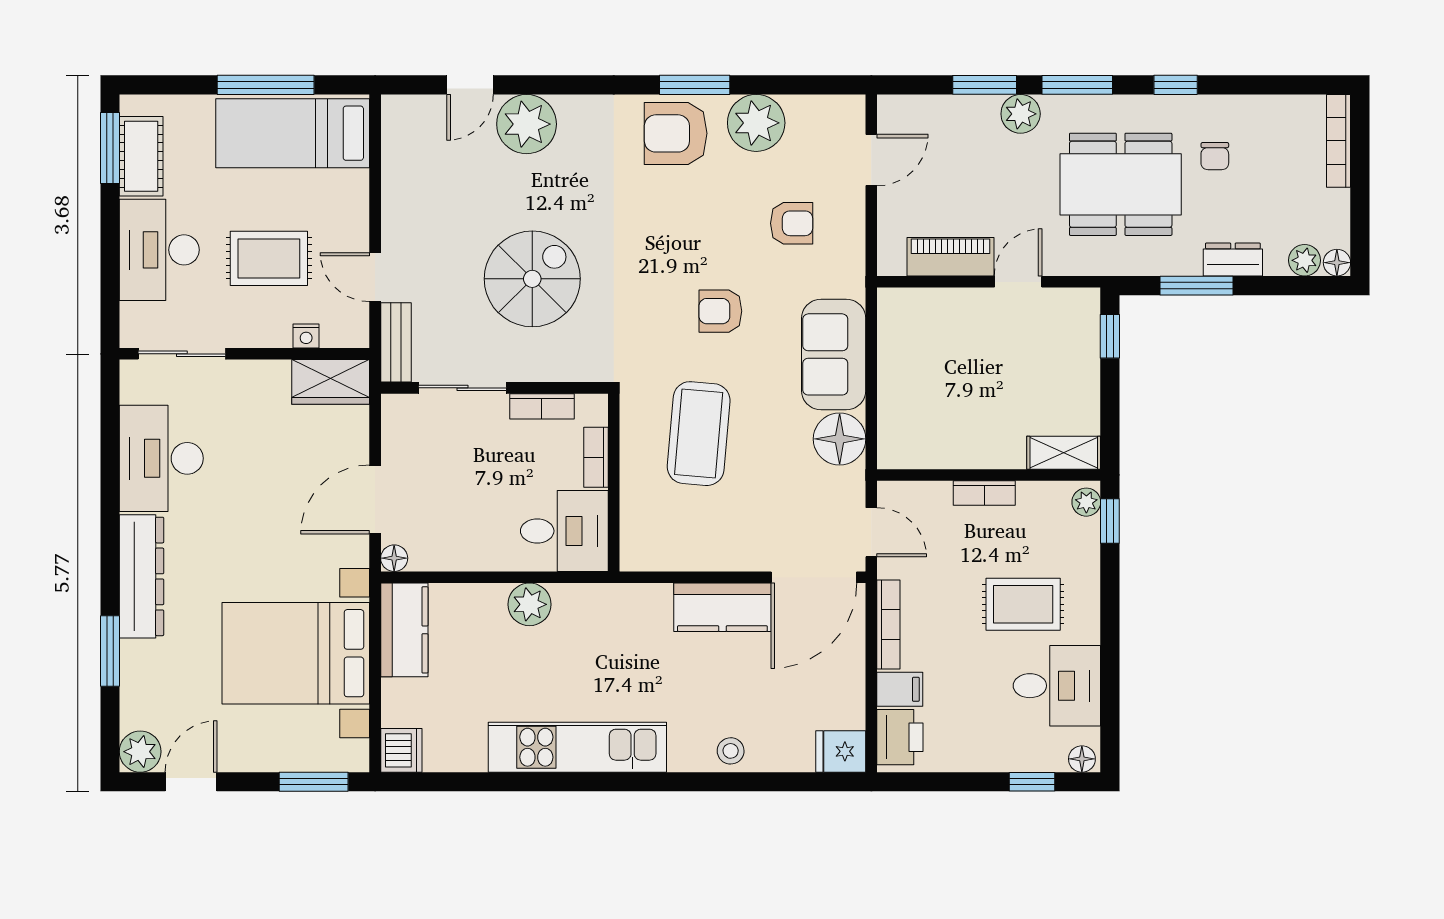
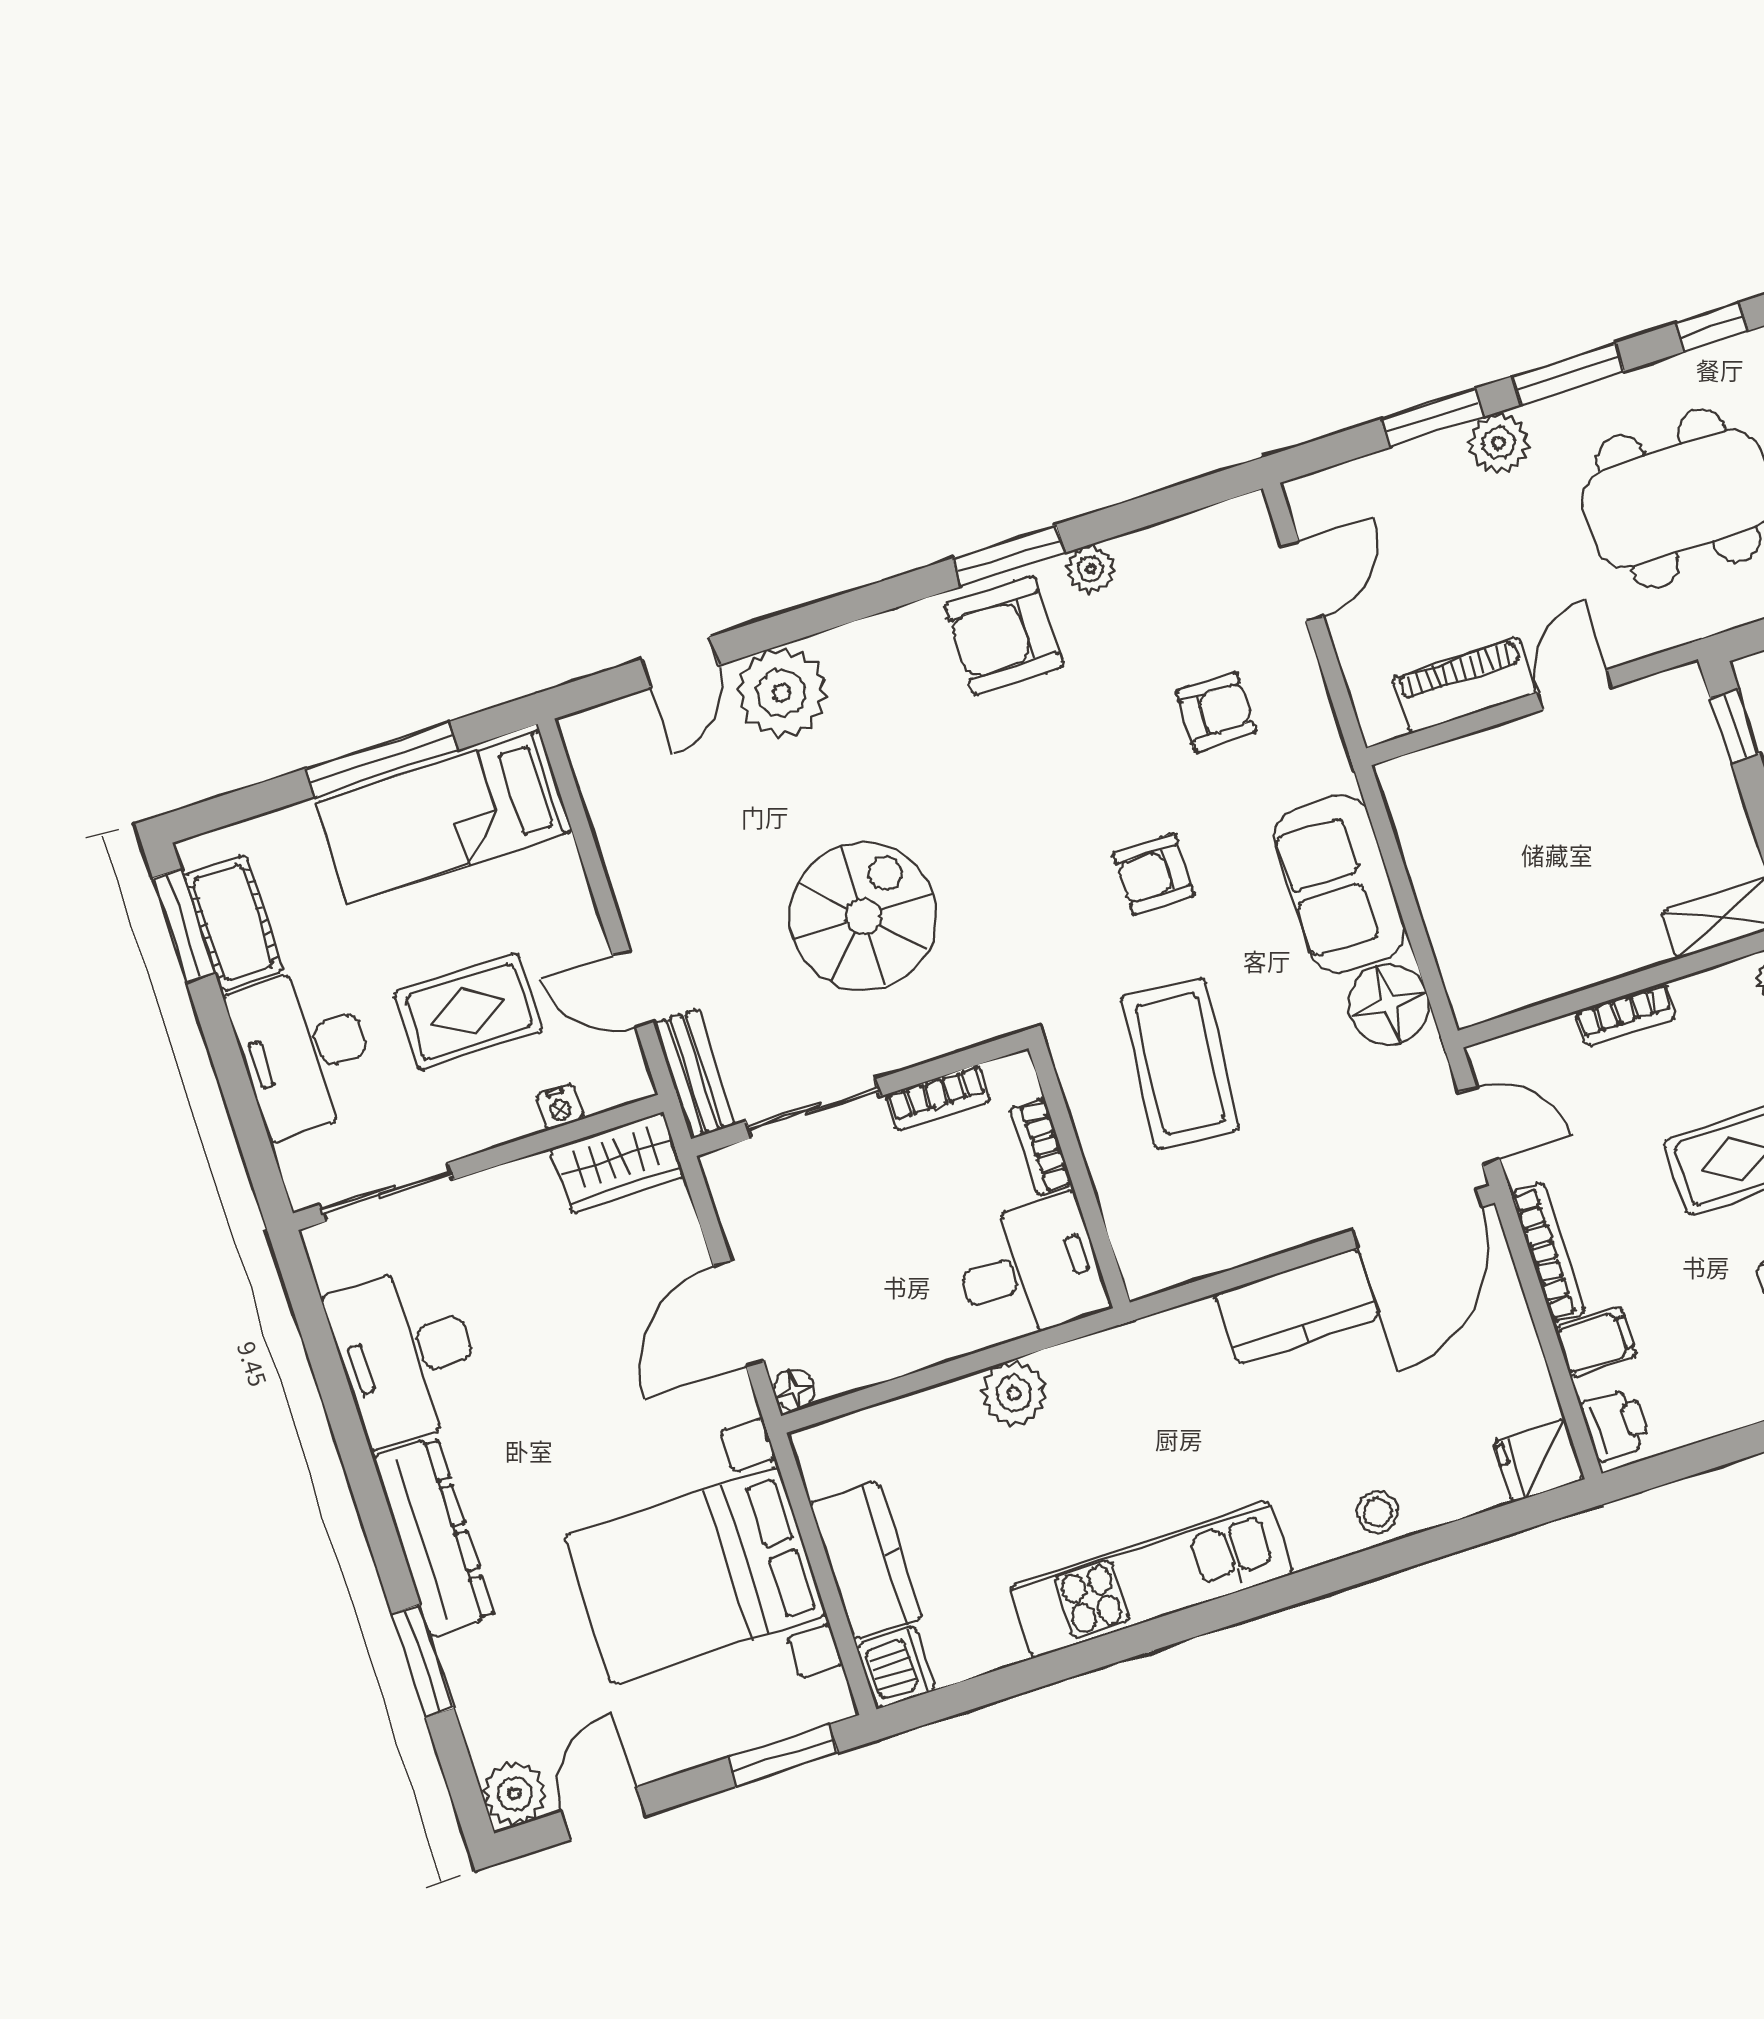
plant: (756, 123) -> (1091, 569), width x0.53, depth x0.53
kitchen counter: (404, 630) -> (866, 1561), moved
printer: (900, 737) -> (1615, 1425), width x0.73, depth x0.81

